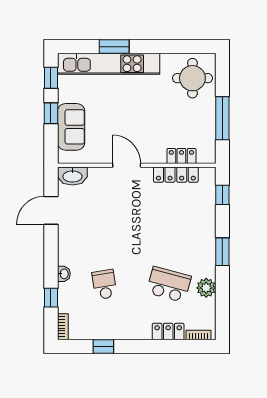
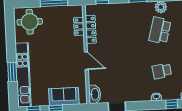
door: (127, 165) -> (86, 61), swing flipped

